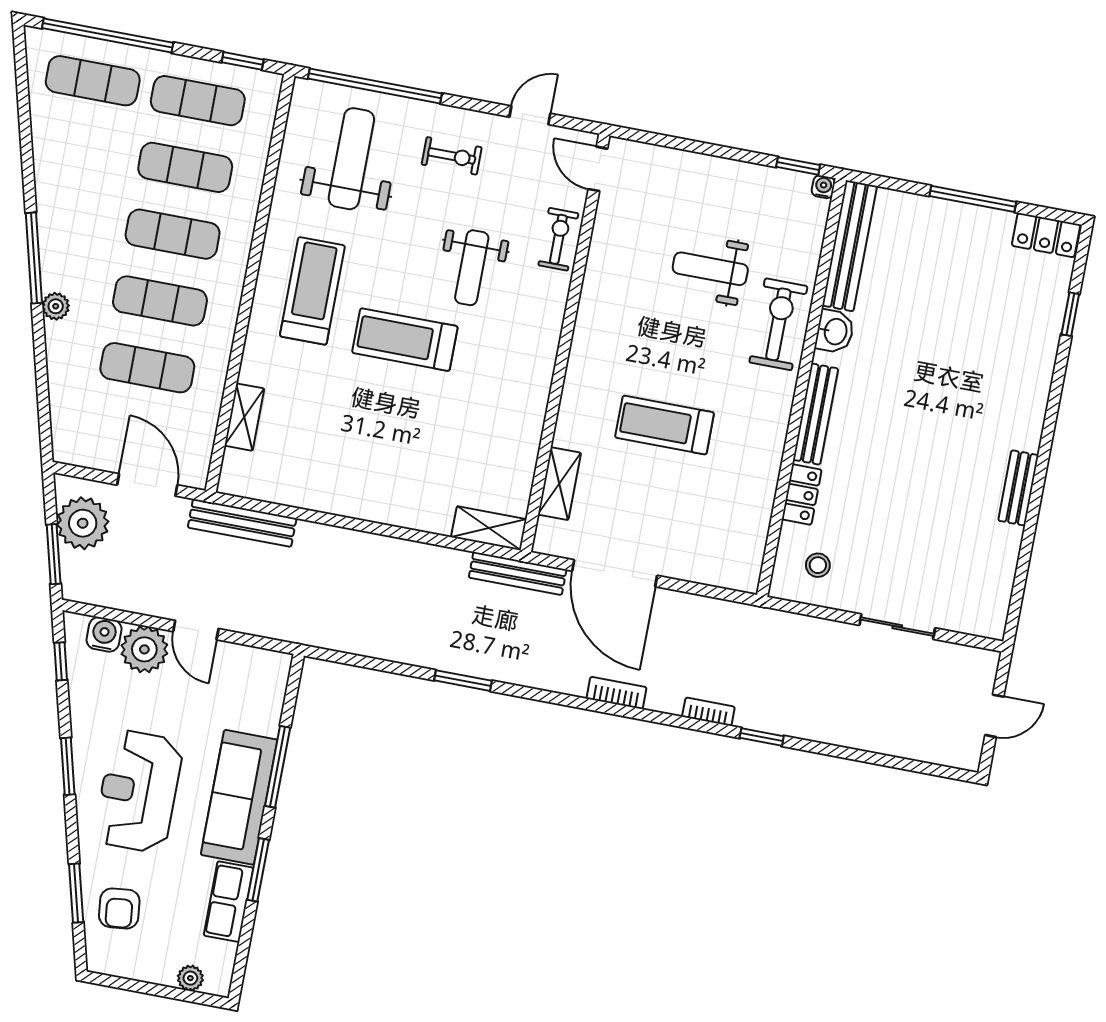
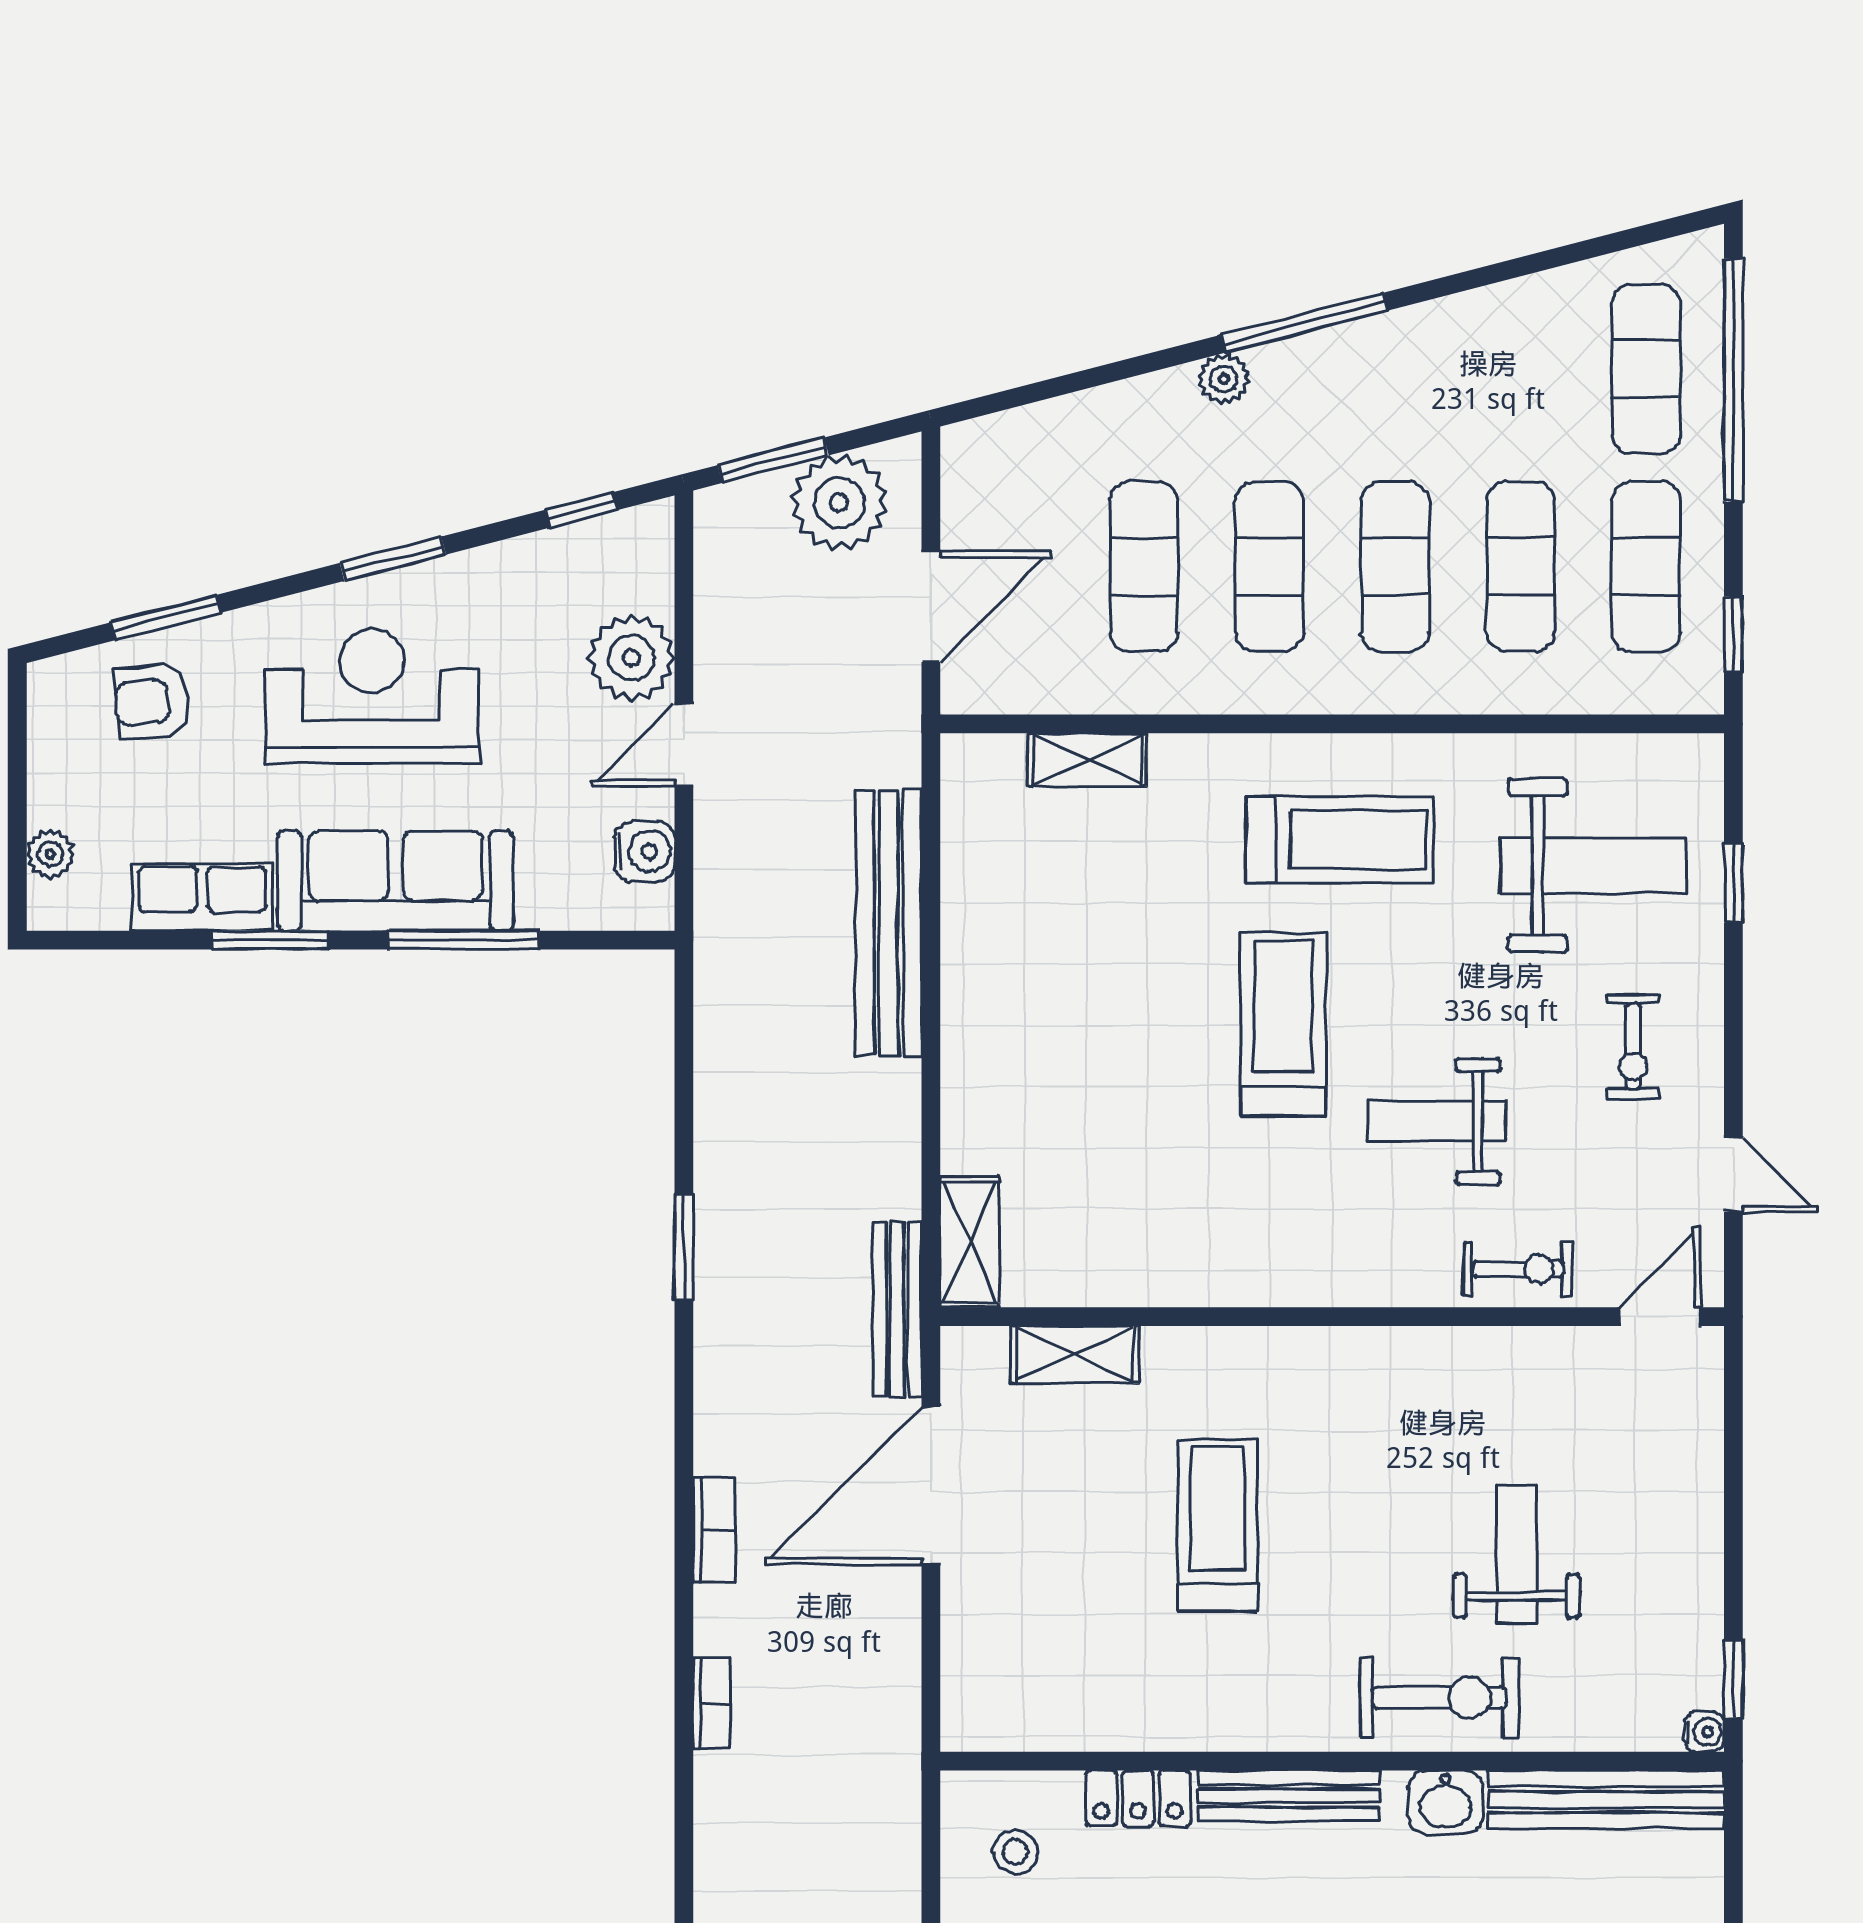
window: (375, 86) -> (1733, 883), width x0.32
bench: (242, 523) -> (889, 923), moved, width x1.37, depth x1.21
water cooler: (104, 634) -> (645, 851), moved
window: (762, 737) -> (684, 1809), removed

